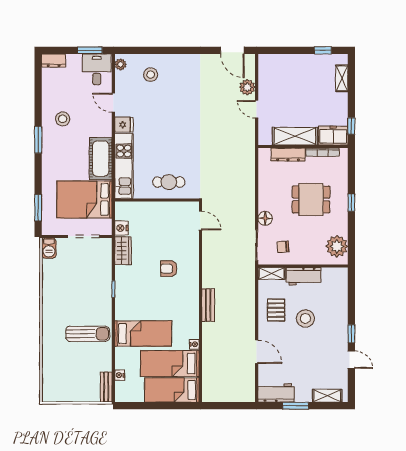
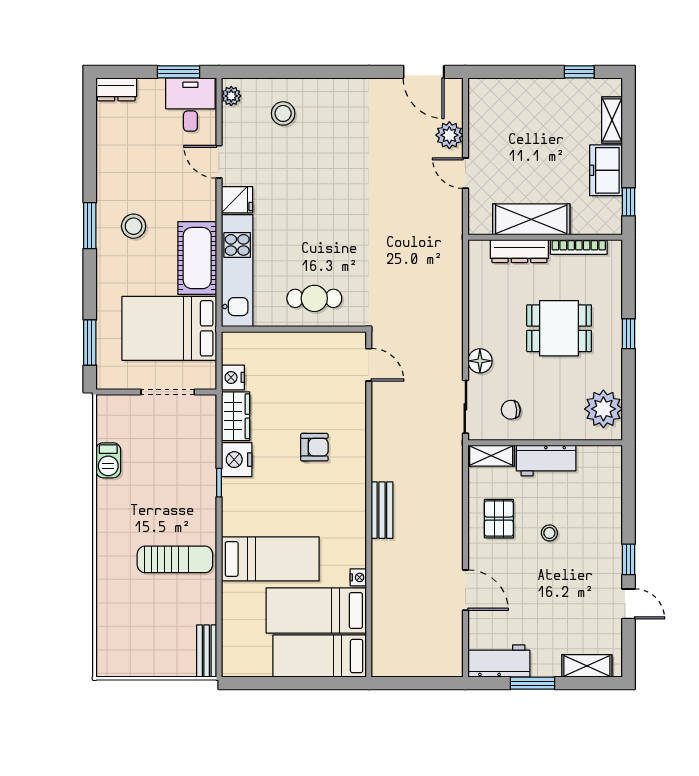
stool: (63, 119) -> (134, 226), moved
freezer: (333, 136) -> (606, 170), moved, turned -90
barbecue: (49, 248) -> (108, 460), moved
armchair: (169, 269) -> (314, 447), turned 180
stool: (305, 318) -> (549, 533), width x0.53, depth x0.53
nightstand: (120, 375) -> (237, 460), moved, width x1.89, depth x1.79

